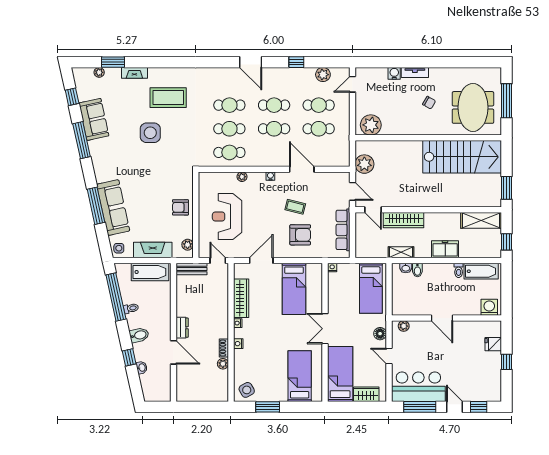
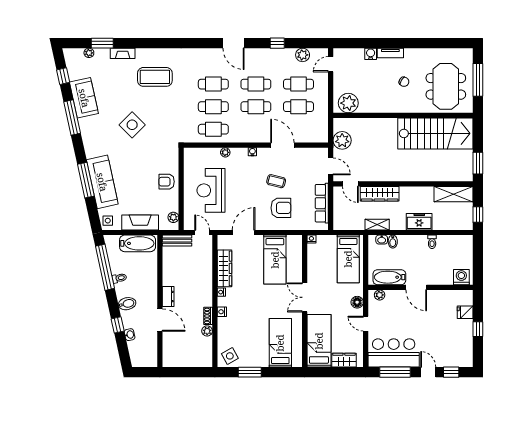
side table: (150, 133) -> (132, 125), moved, turned 45
bathtub: (481, 271) -> (389, 277), moved, turned 180

